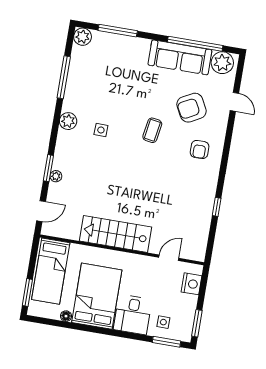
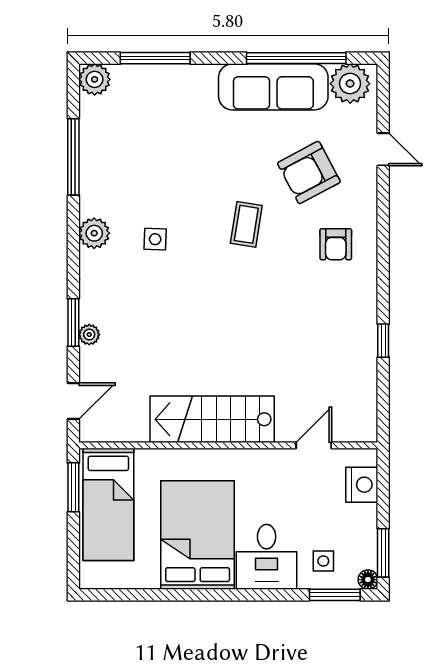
window: (27, 292) -> (73, 487), moved
floor lamp: (66, 316) -> (368, 580), moved

